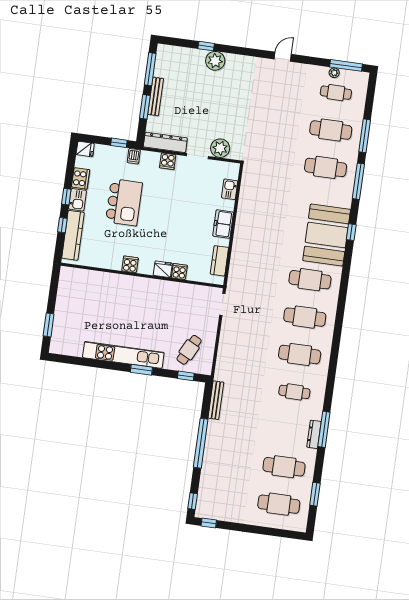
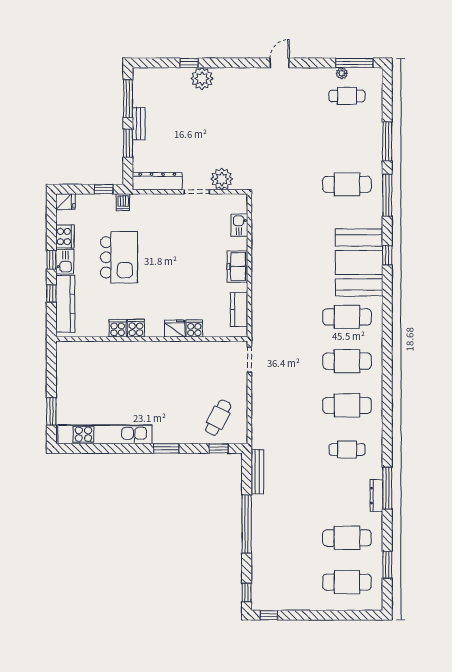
bench: (156, 96) -> (139, 124), width x0.73
cafe table: (331, 130) -> (347, 140), removed
cooker: (168, 161) -> (118, 328), moved, turned 180
kitchen unit: (123, 355) -> (105, 434), moved

